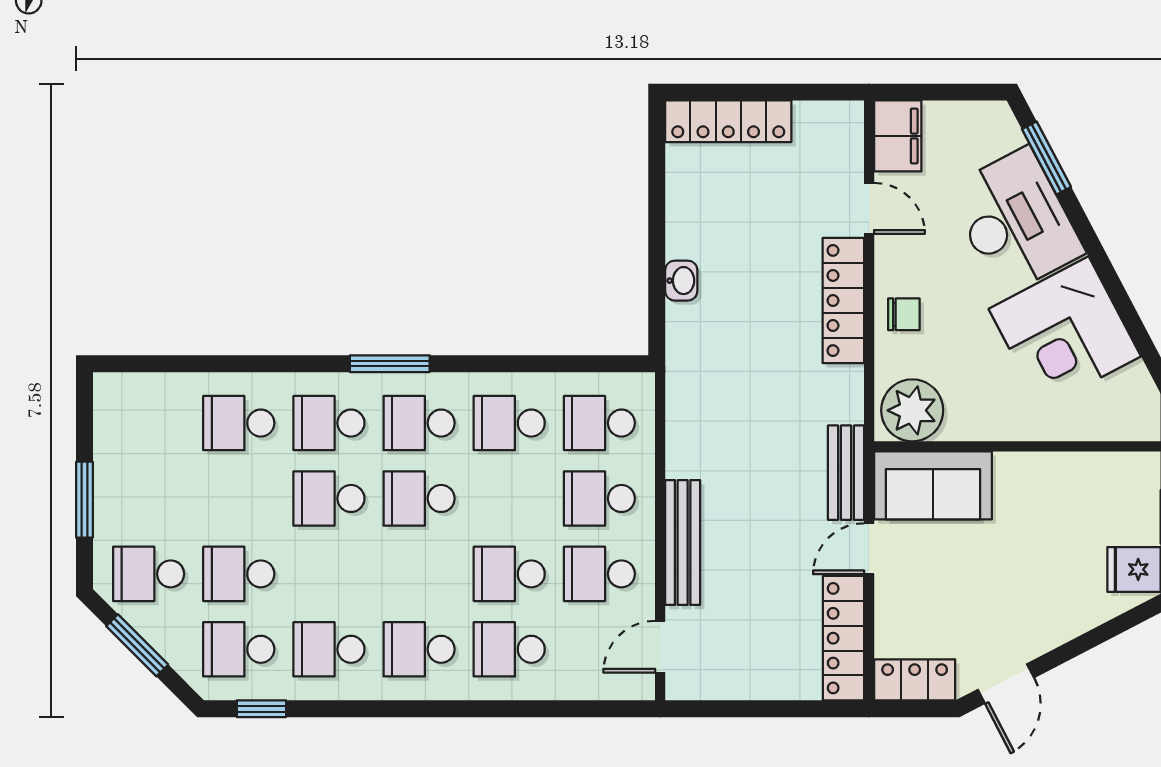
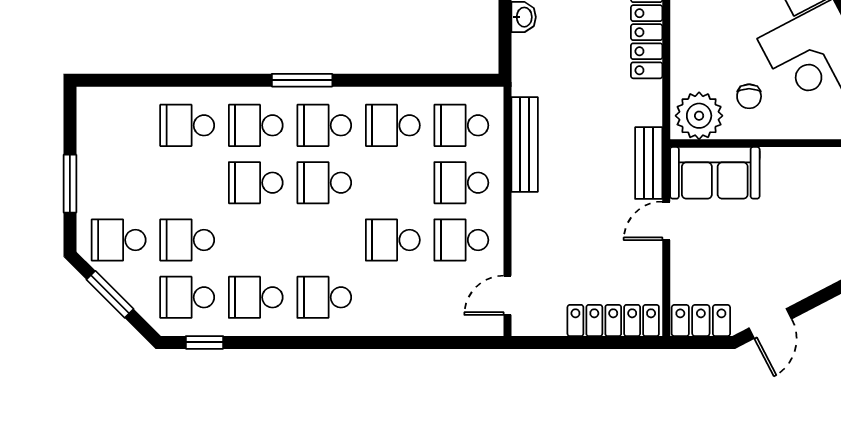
chair: (904, 314) -> (749, 96), moved, turned 90
bench: (683, 543) -> (525, 145), moved
locker: (843, 638) -> (613, 320), moved, turned 90
school desk: (509, 649) -> (393, 297), removed

